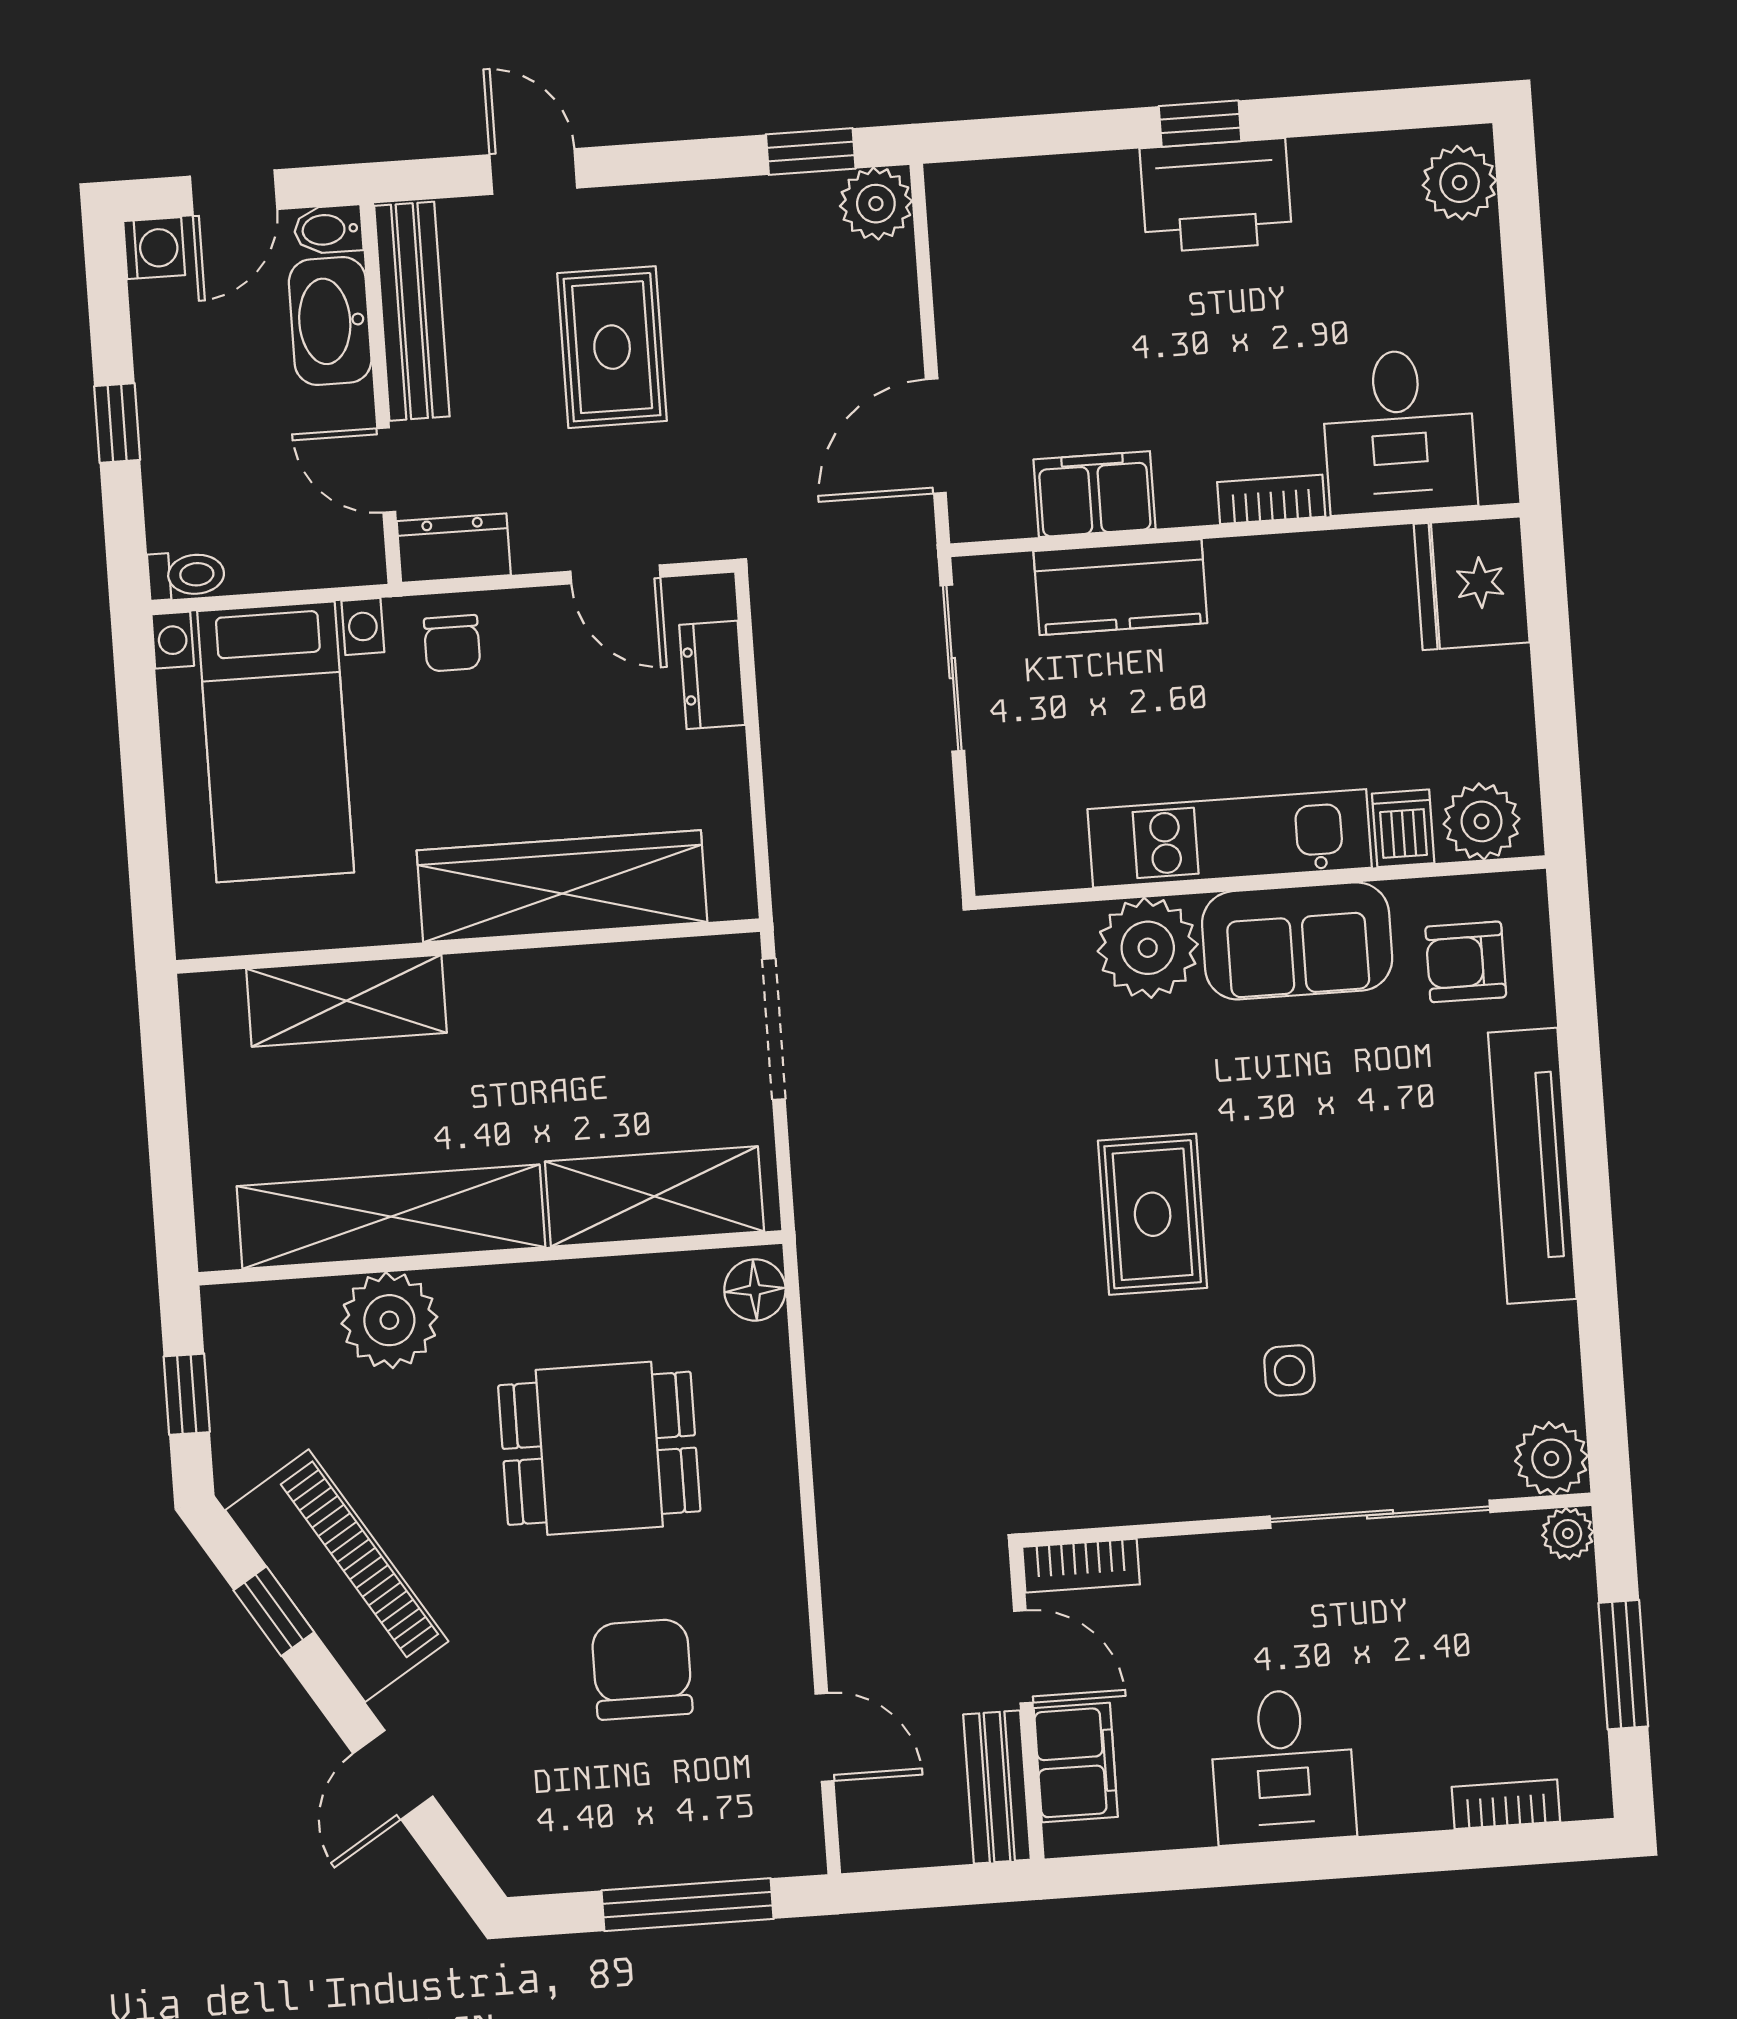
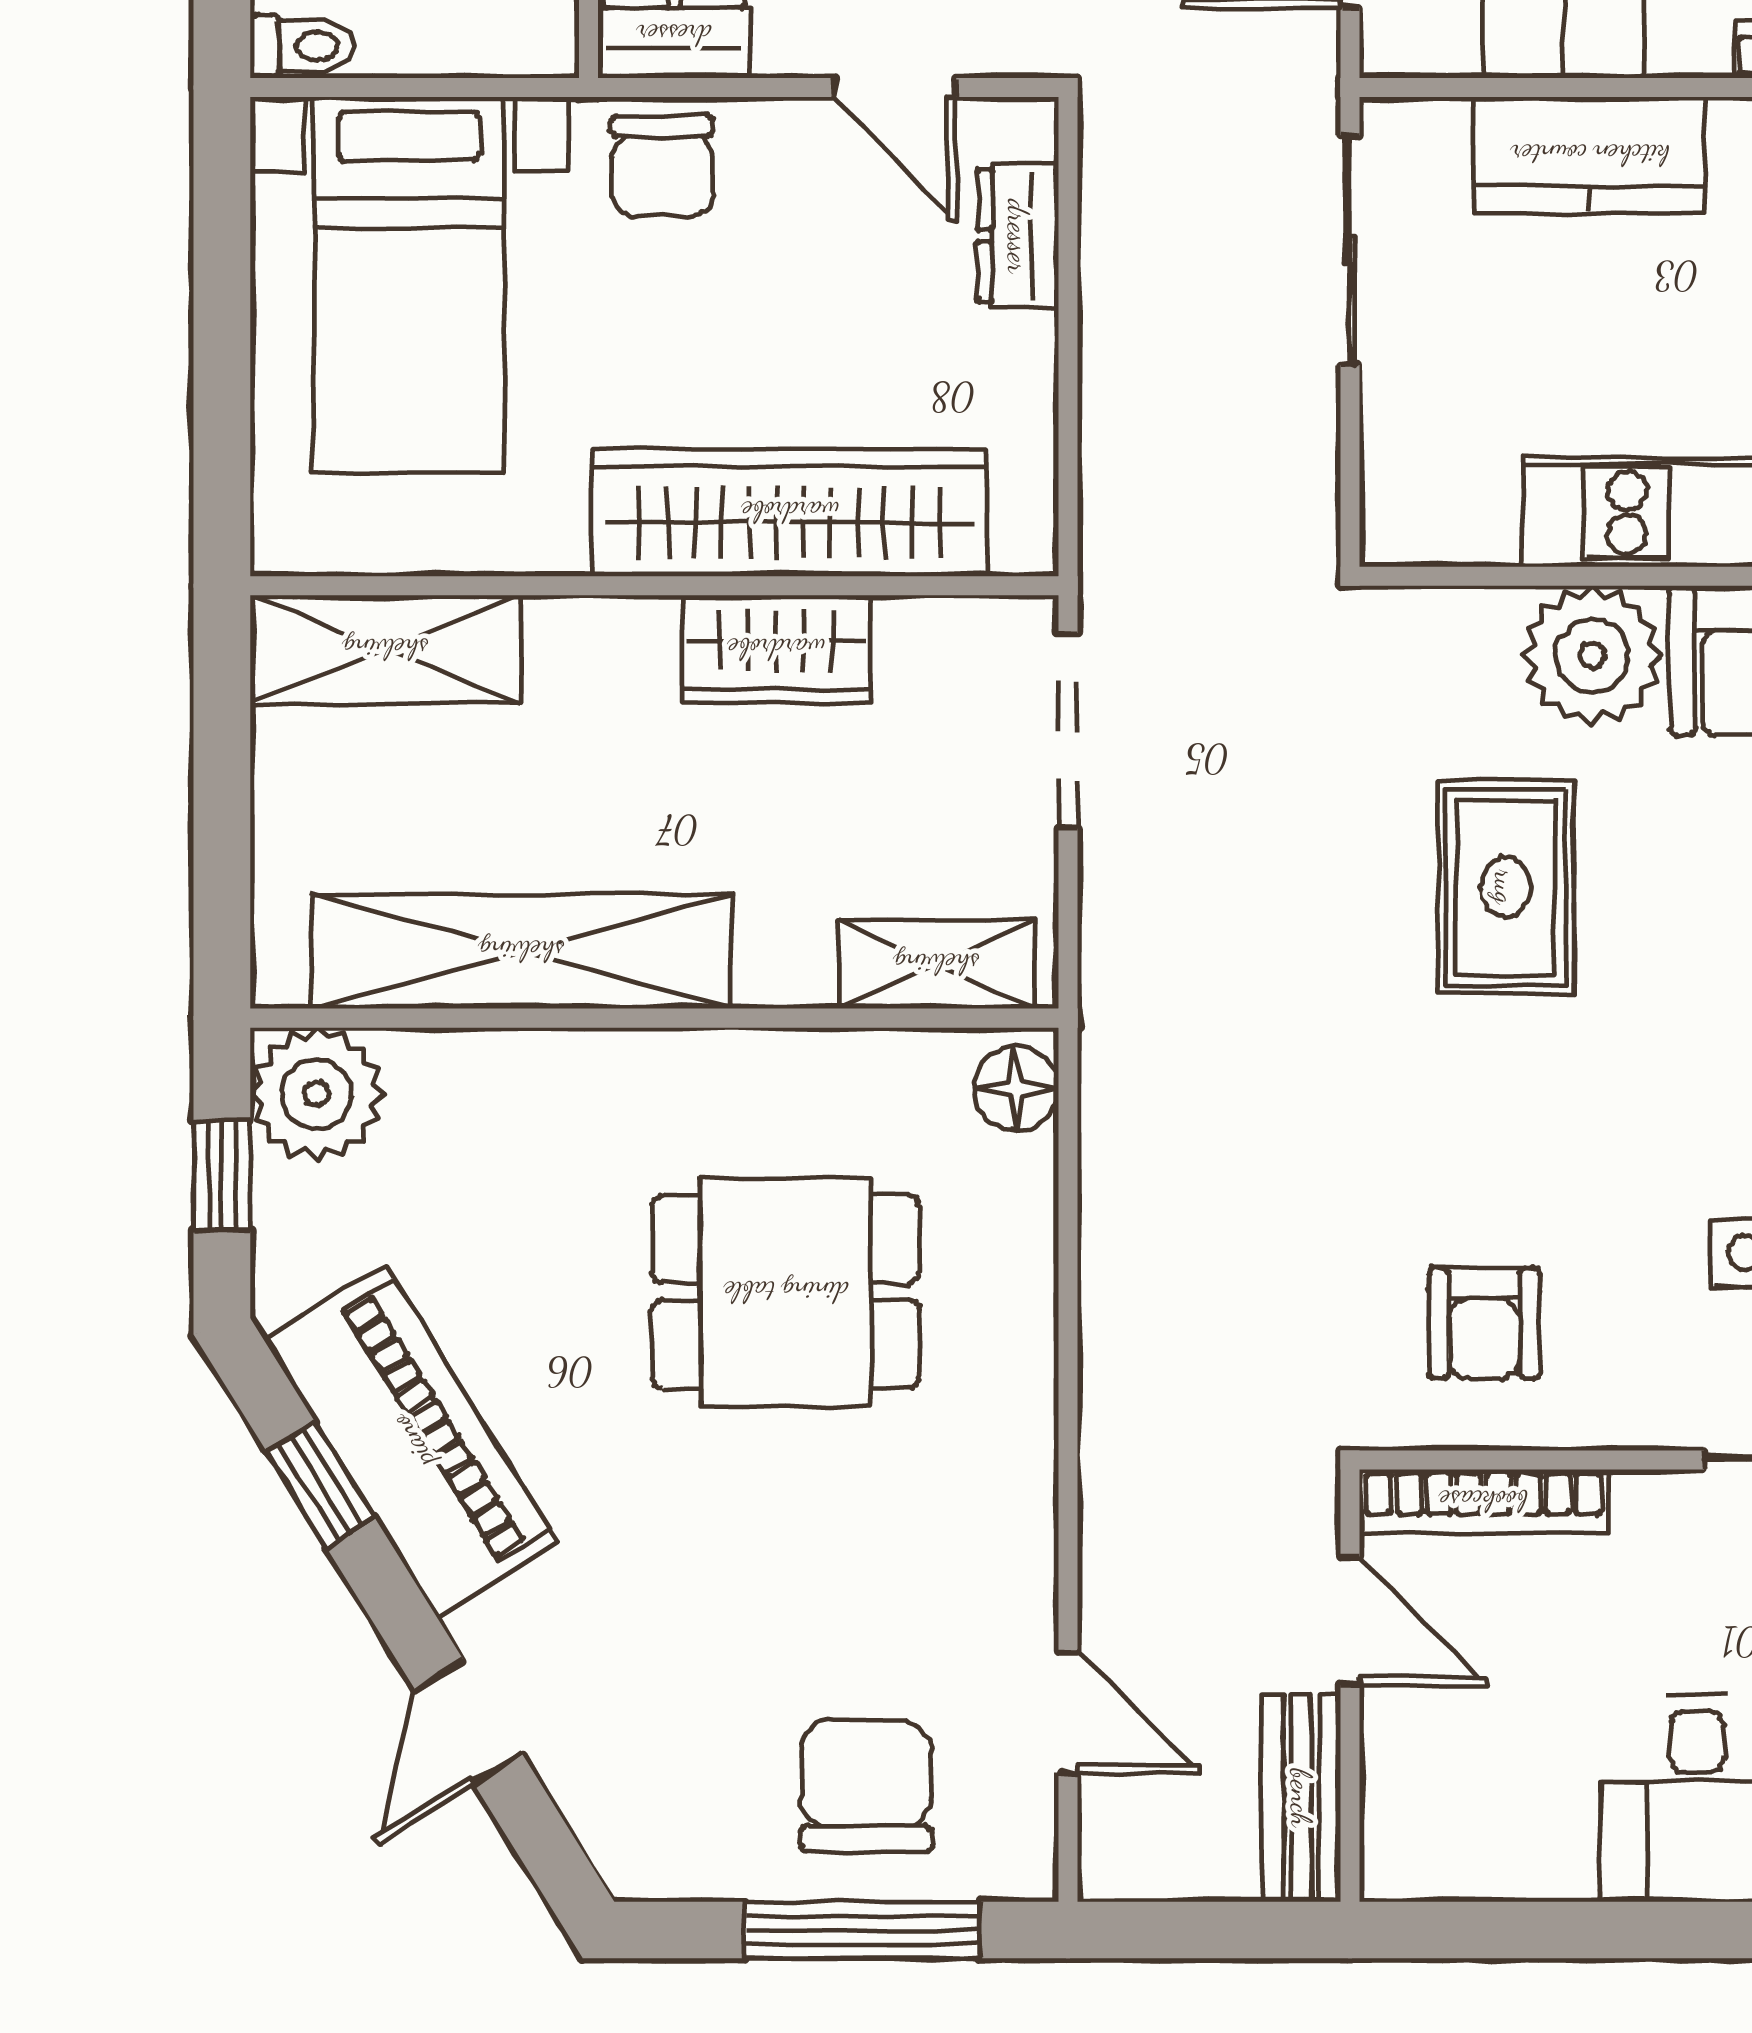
chair: (452, 643) -> (662, 166), width x1.37, depth x1.37
wardrobe: (559, 986) -> (776, 649), added
shelving: (347, 1001) -> (385, 649), moved
shelving: (654, 1196) -> (936, 964), width x0.67, depth x0.75
rug: (1153, 1214) -> (1505, 887), moved
plant: (389, 1320) -> (317, 1094), moved
armchair: (1105, 1435) -> (1484, 1323), added
bookcase: (1081, 1566) -> (1483, 1501), width x1.56
chair: (642, 1669) -> (866, 1786), moved
filing cabinet: (1076, 1762) -> (1412, 1772), removed

